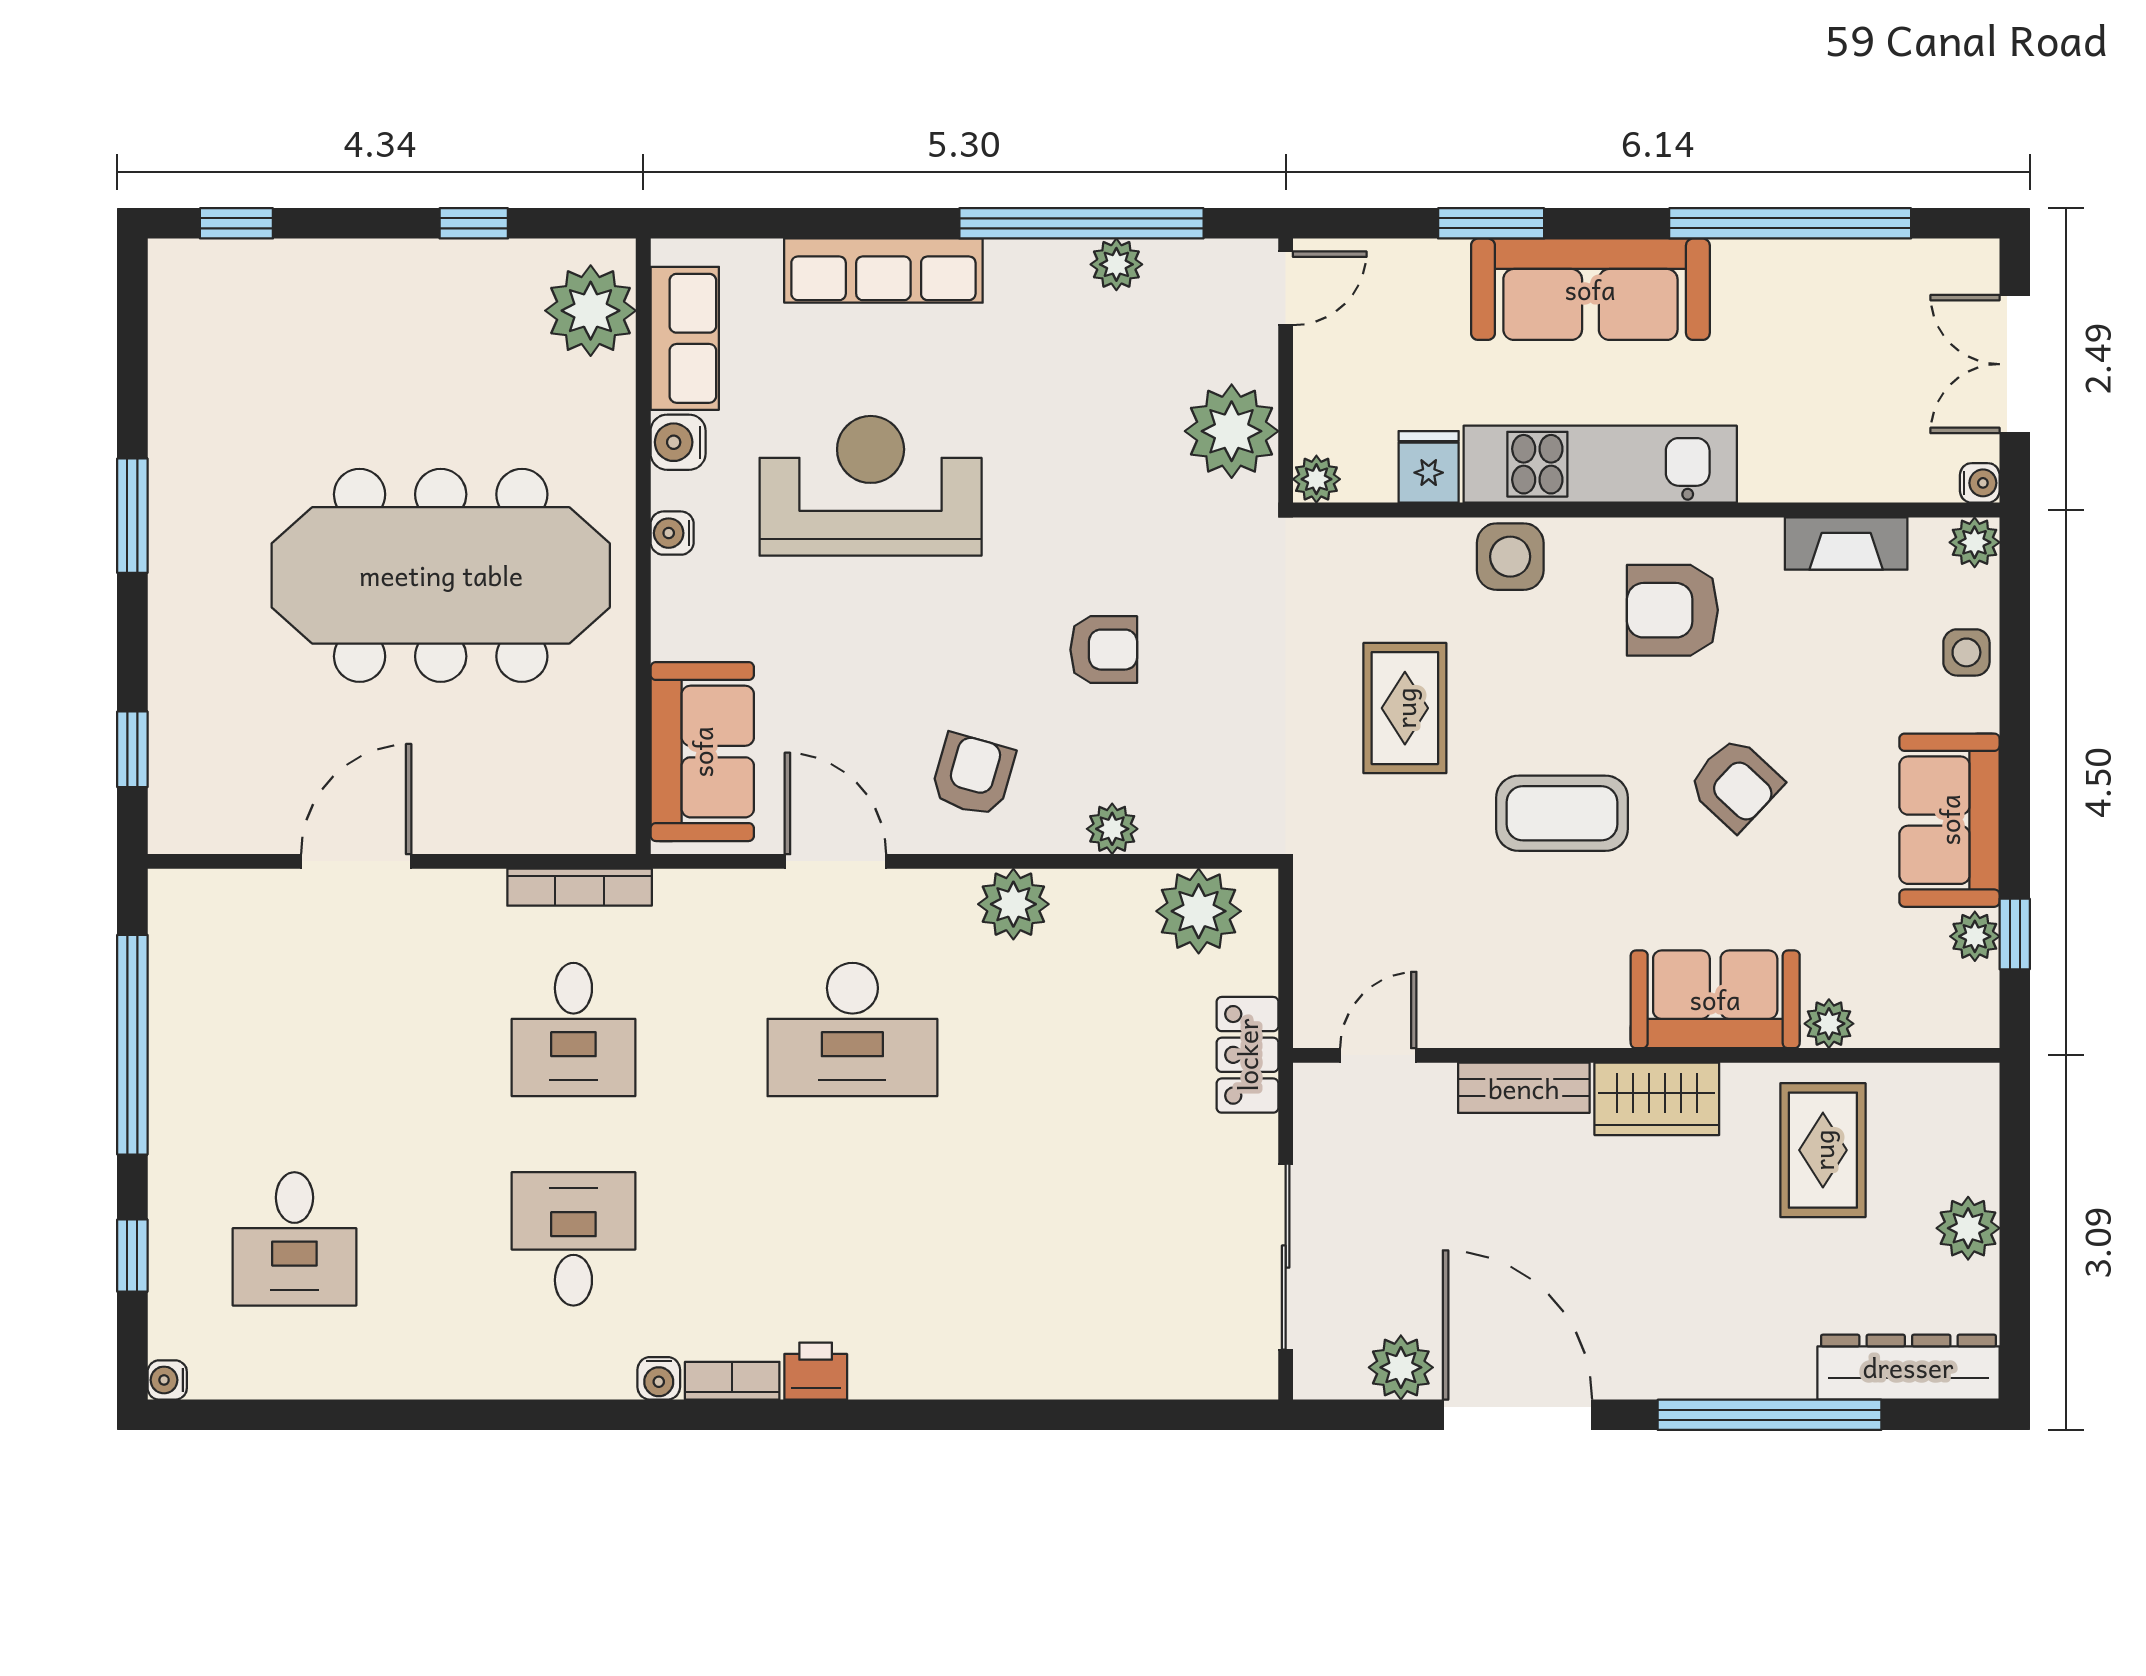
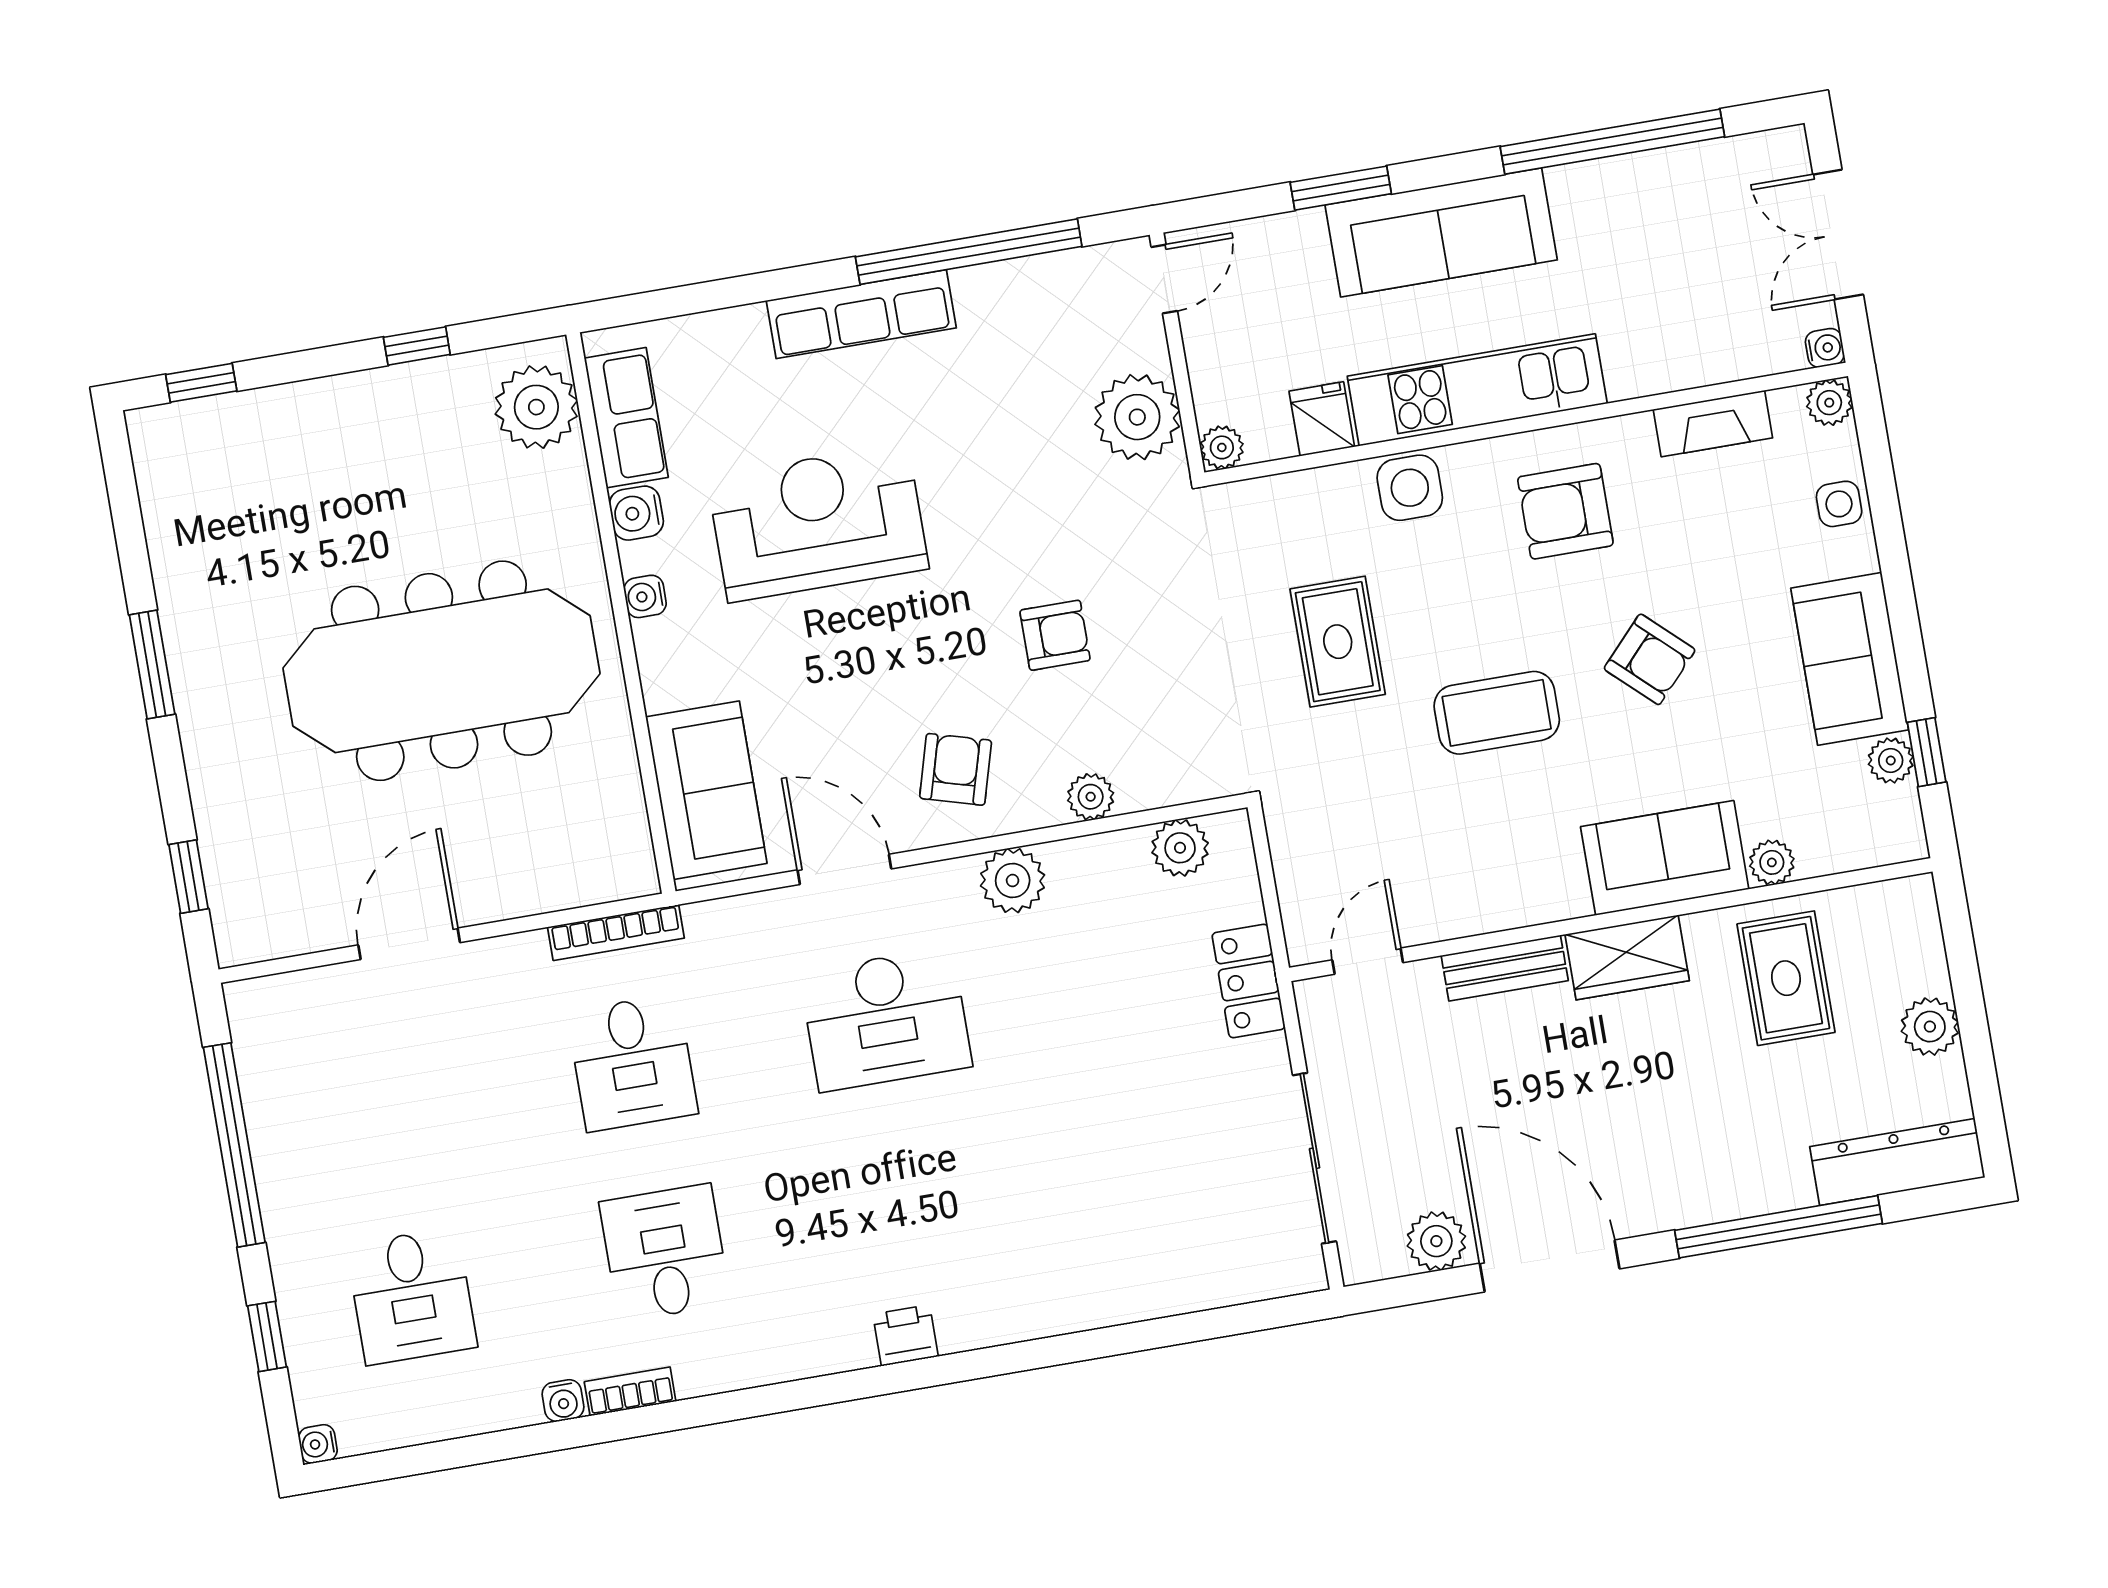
plant: (1116, 264) -> (1007, 283), removed
row of seats: (883, 271) -> (861, 314), moved
plant: (1199, 911) -> (1180, 848), width x0.73, depth x0.73
water cooler: (659, 1378) -> (563, 1401), moved
bookcase: (732, 1381) -> (630, 1391), moved

